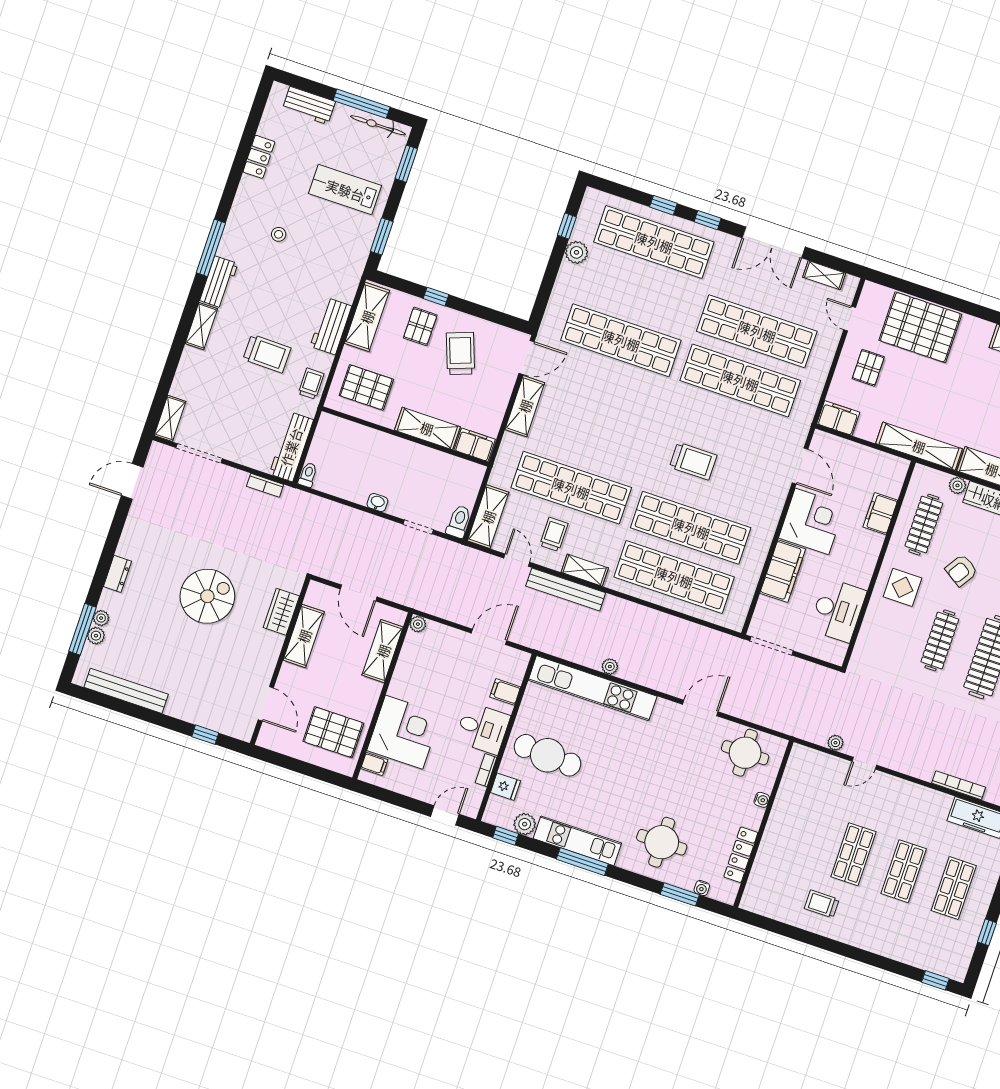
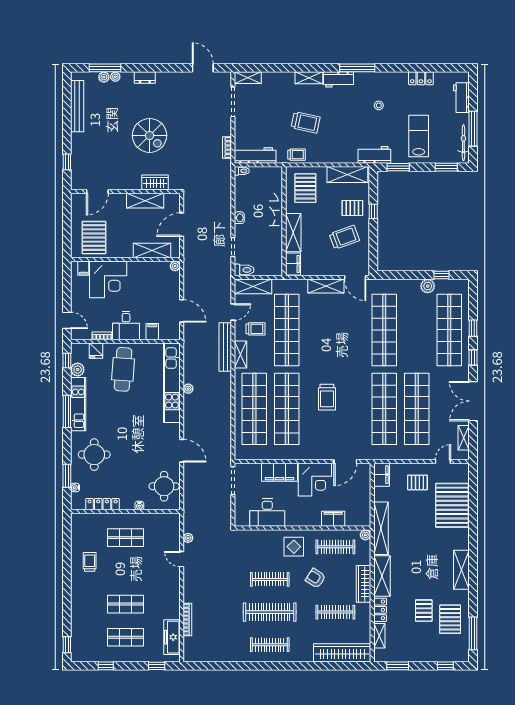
workbench: (331, 326) -> (374, 155), moved
trolley: (267, 354) -> (306, 122), turned -79
plant: (957, 485) -> (365, 535), moved
shop shelf: (853, 854) -> (125, 538), moved

